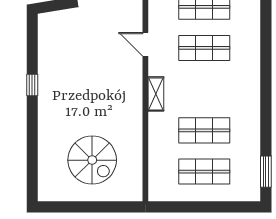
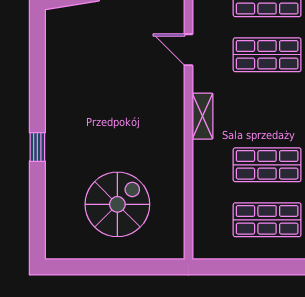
window: (32, 85) -> (37, 147), moved
spiral stairs: (92, 160) -> (117, 204), turned -90

